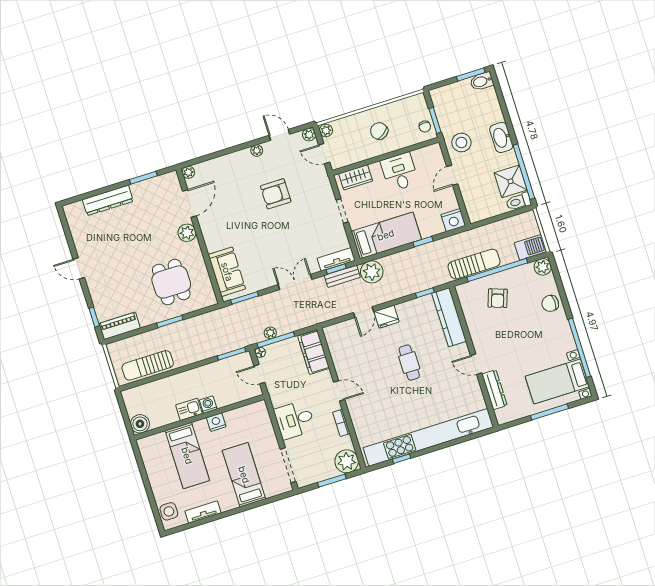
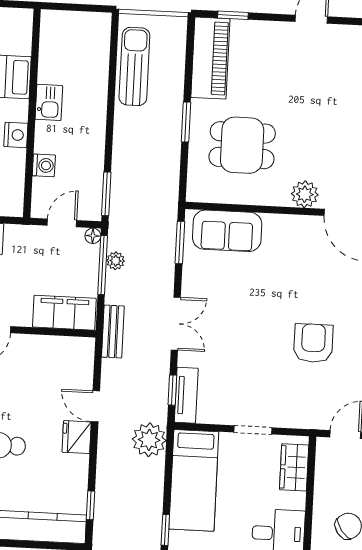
bench: (342, 276) -> (113, 332), moved
piano: (119, 326) -> (210, 58), width x1.37, depth x1.33
washing machine: (208, 405) -> (44, 165), moved
boiler: (140, 424) -> (54, 24), removed

